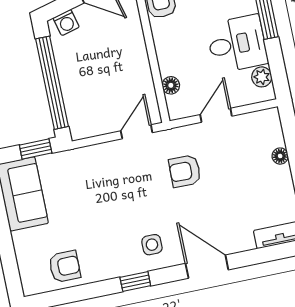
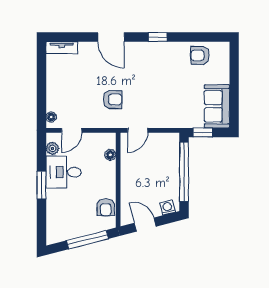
door: (216, 115) -> (72, 130), moved
floor lamp: (280, 156) -> (51, 117), moved
side table: (152, 245) -> (143, 58), removed

